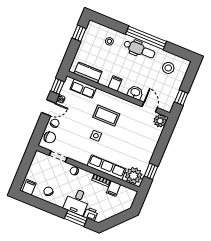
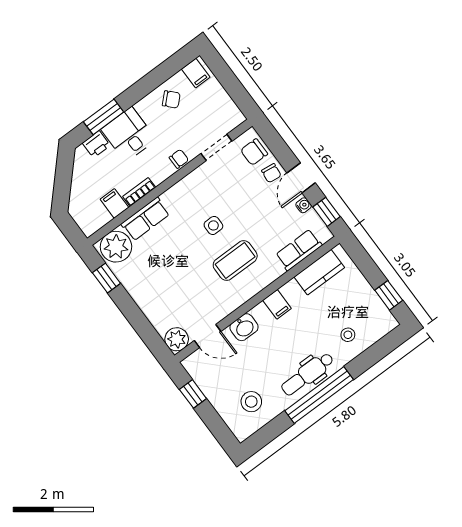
row of seats: (107, 167) -> (145, 219), width x0.68

